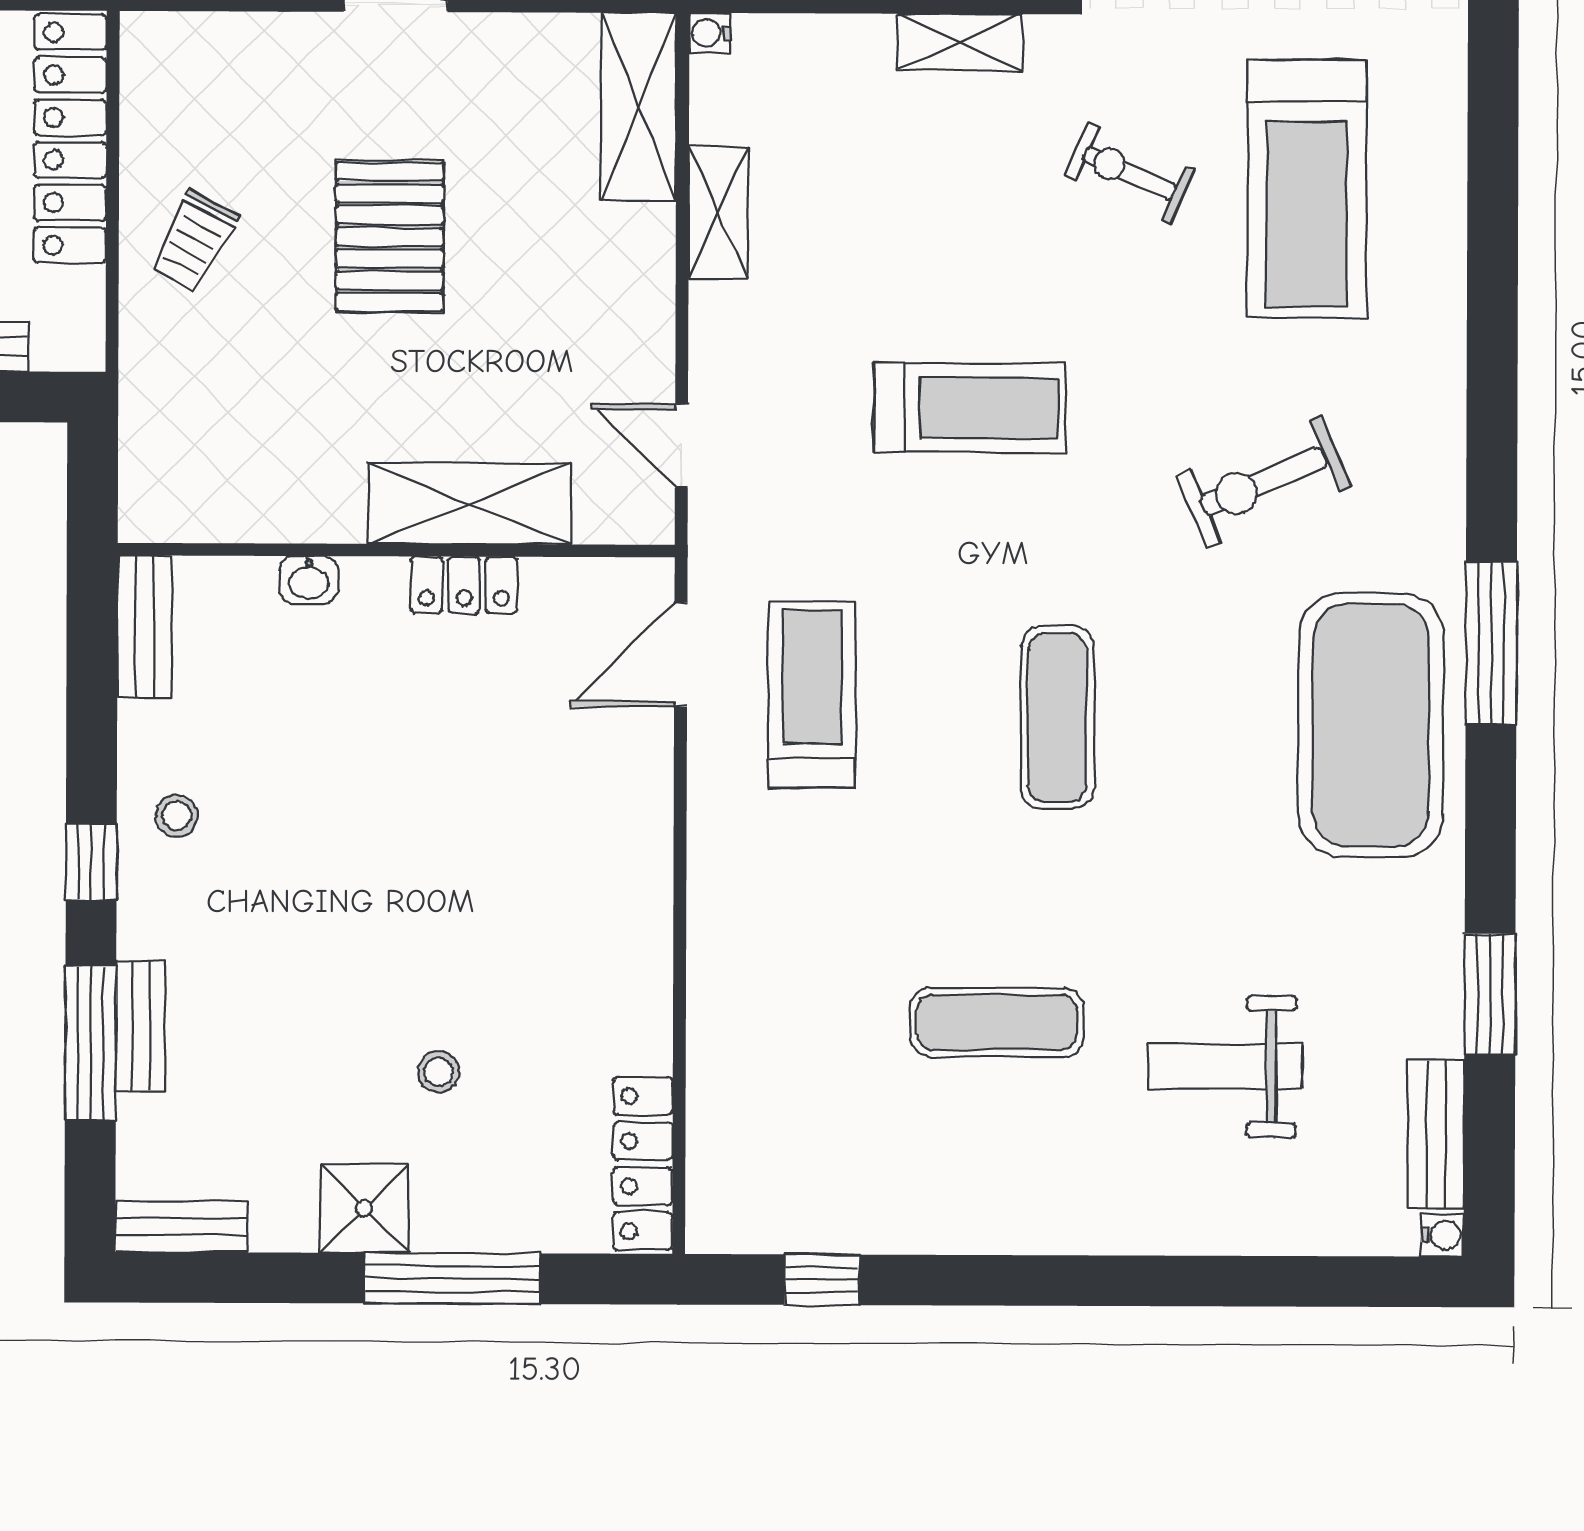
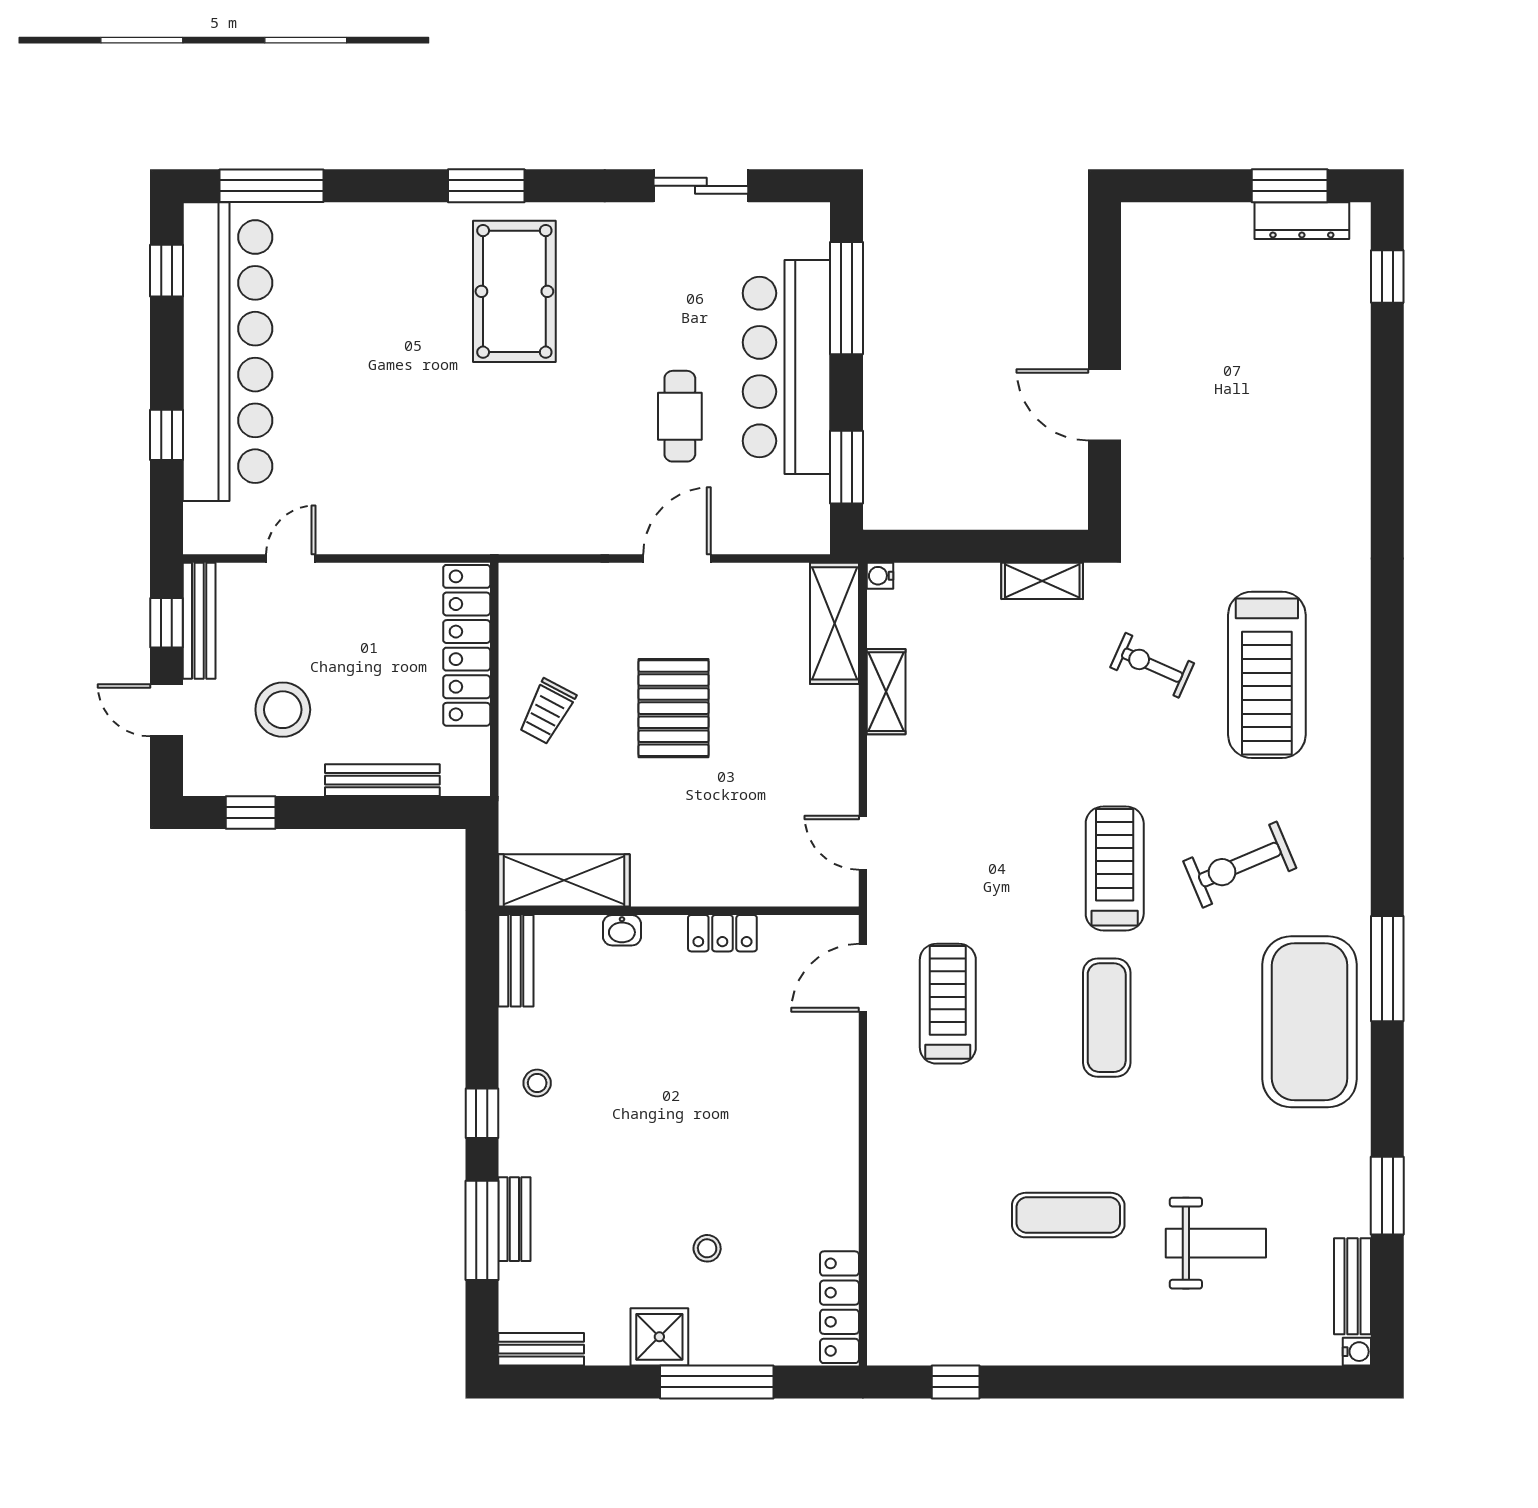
treadmill: (970, 408) -> (1115, 868), moved, turned -90
shelving: (469, 503) -> (564, 880), moved
weight bench: (1225, 1067) -> (1216, 1243), turned 180

